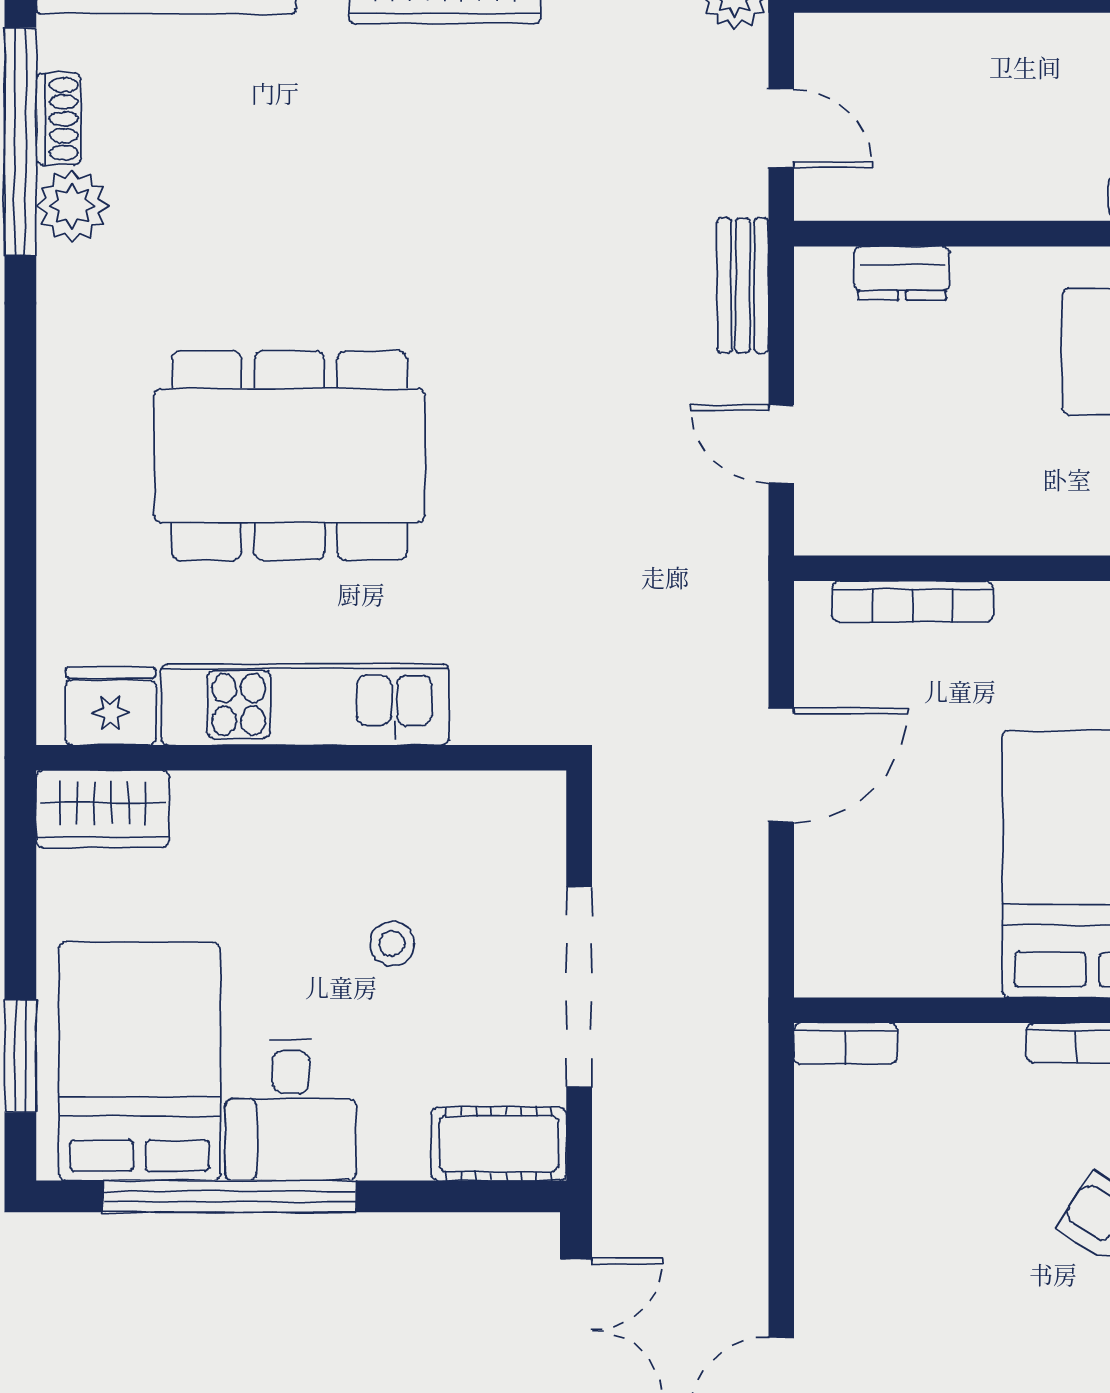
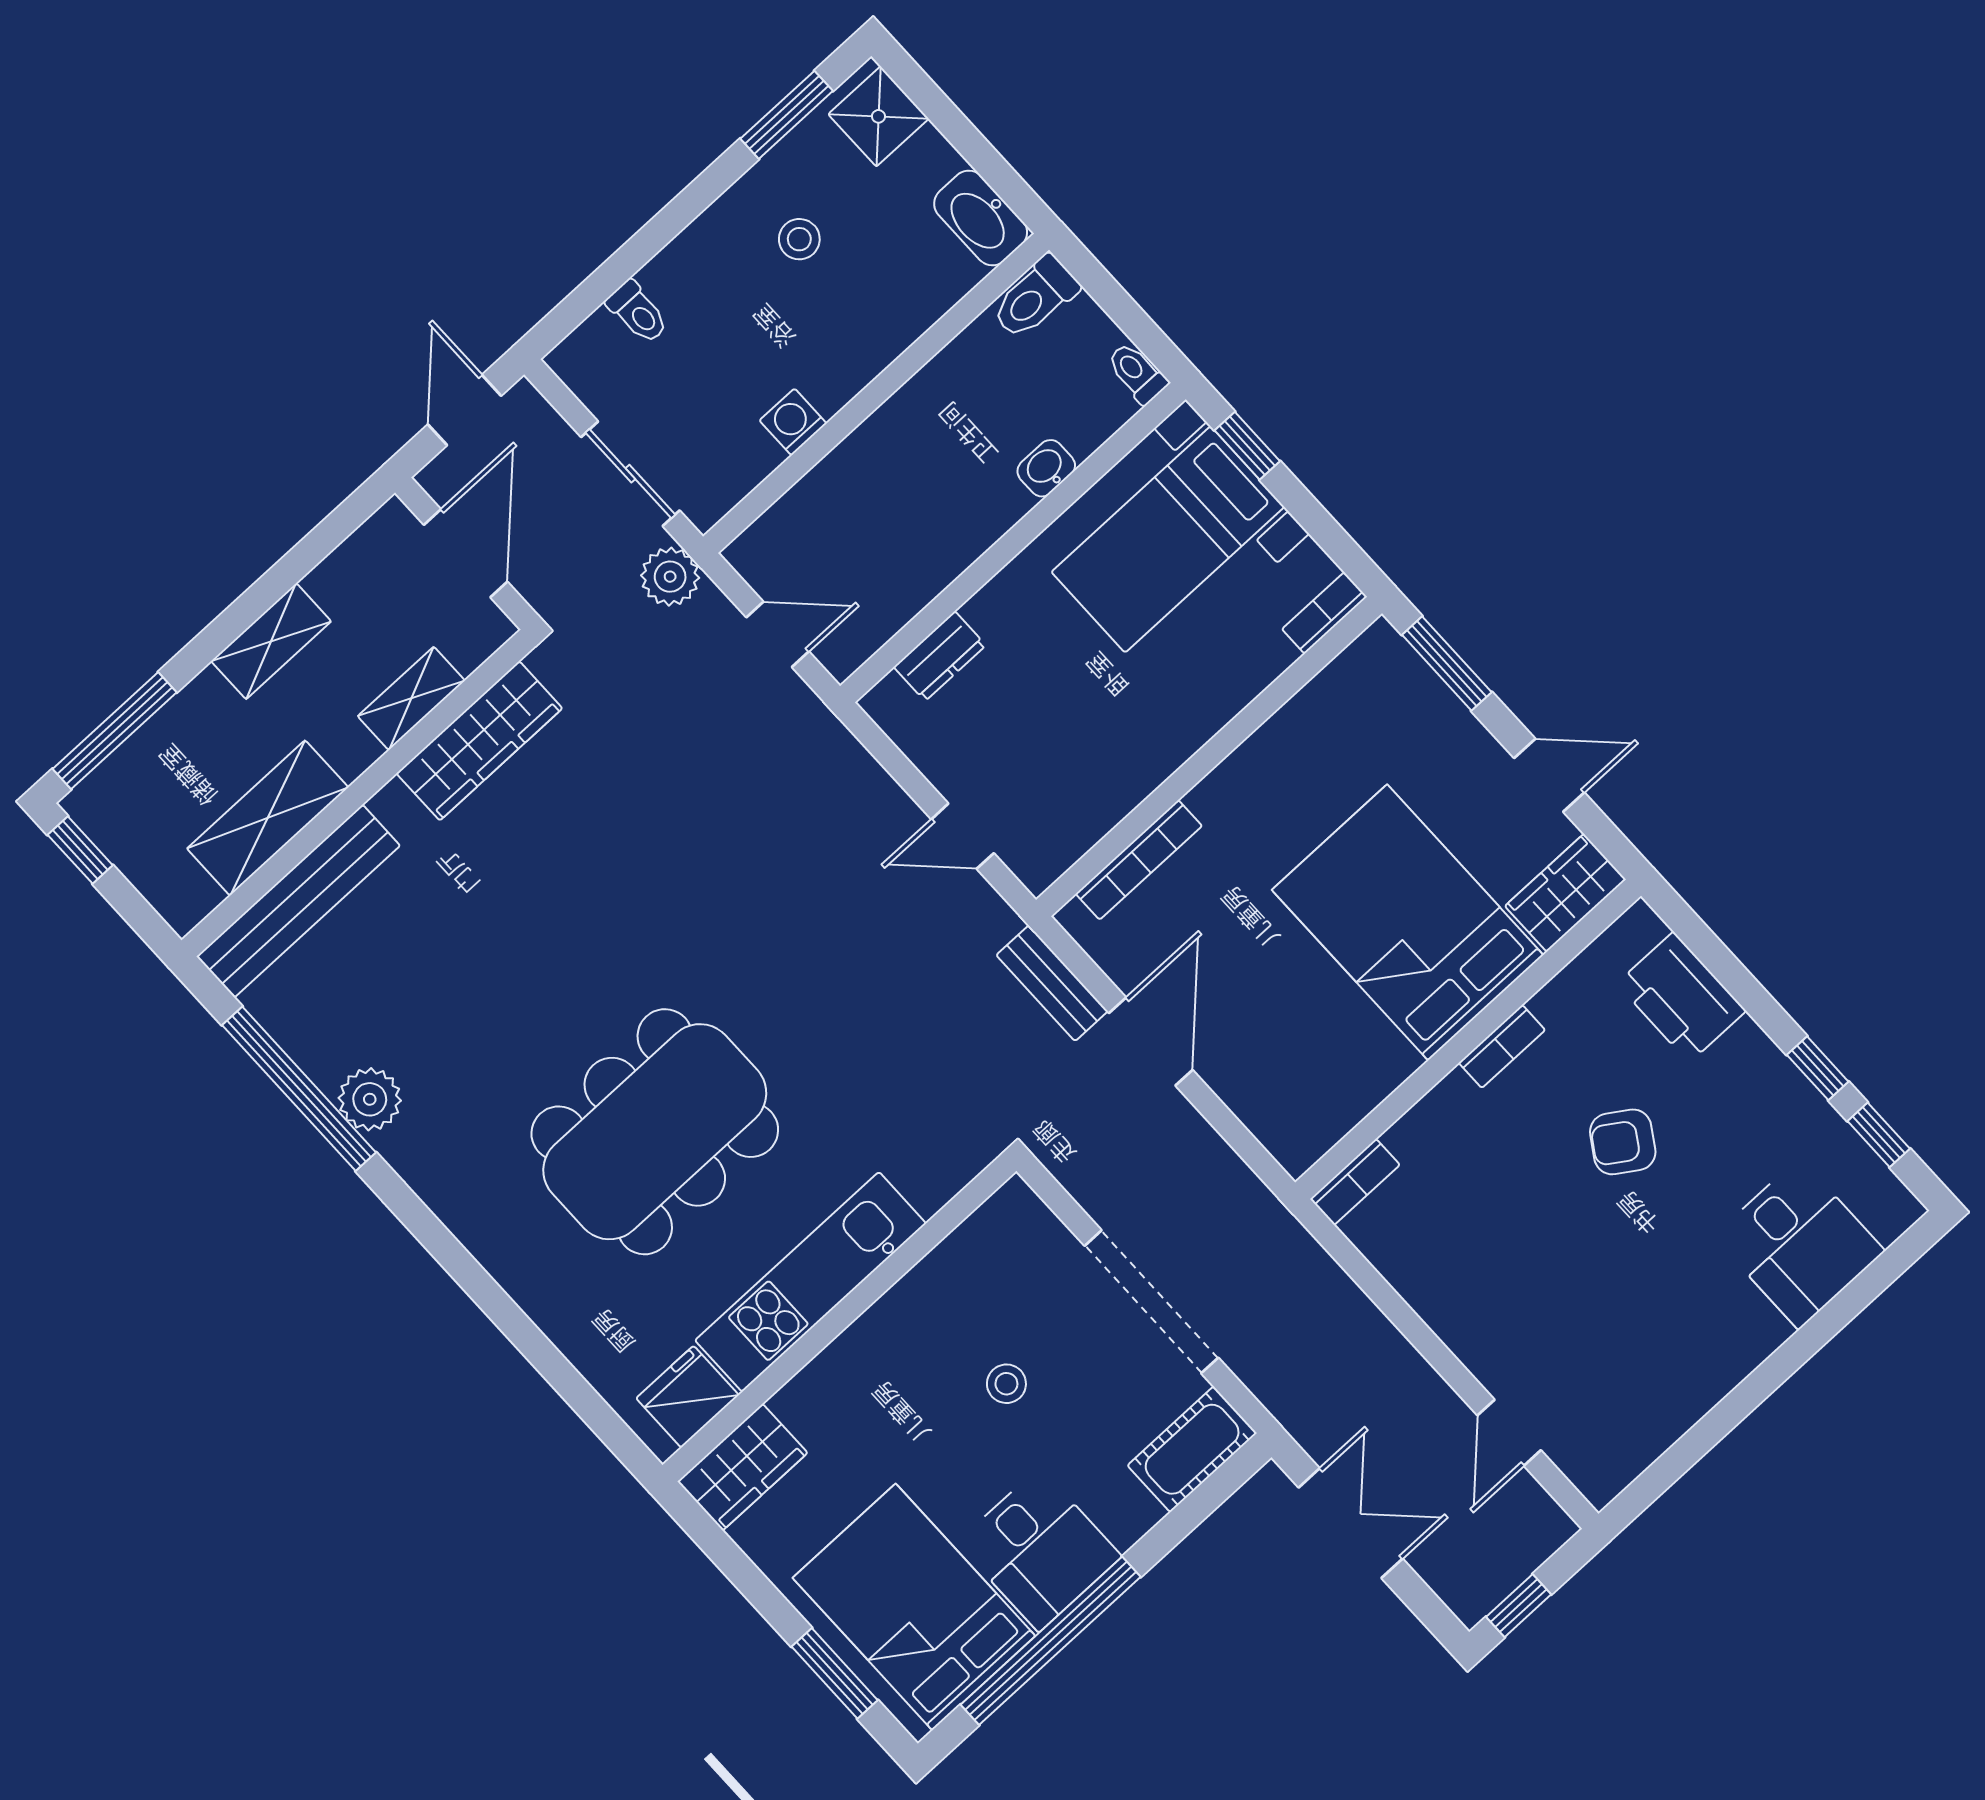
shoe rack: (58, 119) -> (310, 1052), removed
bench: (743, 286) -> (1052, 983), moved

